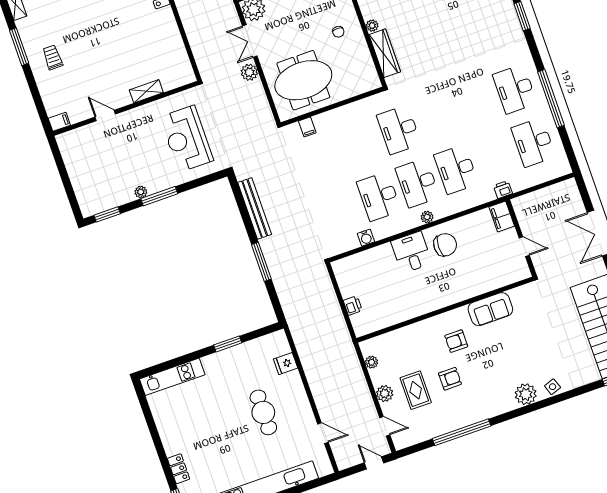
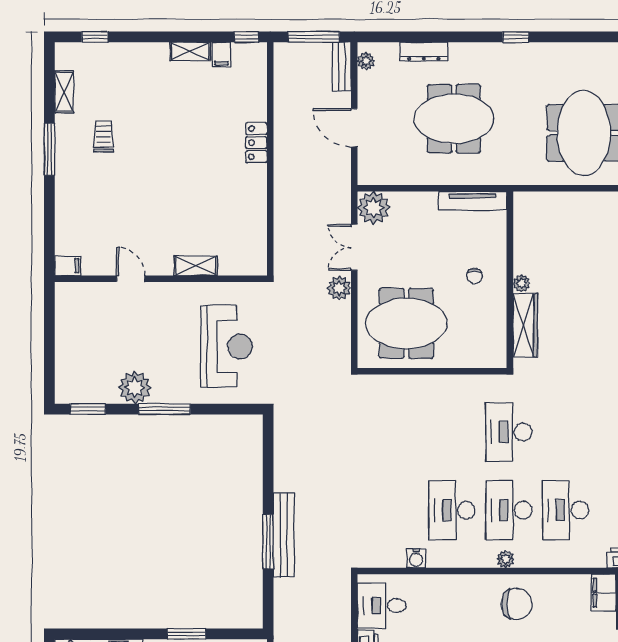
trolley: (53, 57) -> (104, 136), moved
filing cabinet: (307, 127) -> (390, 386), removed
reception desk: (187, 139) -> (227, 346), turned 180
plant: (141, 192) -> (135, 387), width x1.88, depth x1.88
bench: (255, 208) -> (284, 535), moved
desk: (411, 252) -> (382, 606), moved, turned -90

